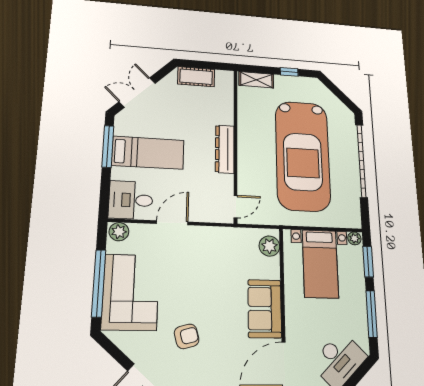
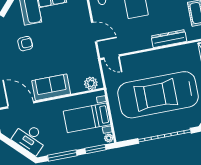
dresser: (225, 149) -> (169, 39), moved
door: (172, 223) -> (94, 32), moved
armchair: (187, 336) -> (25, 44), turned -78

